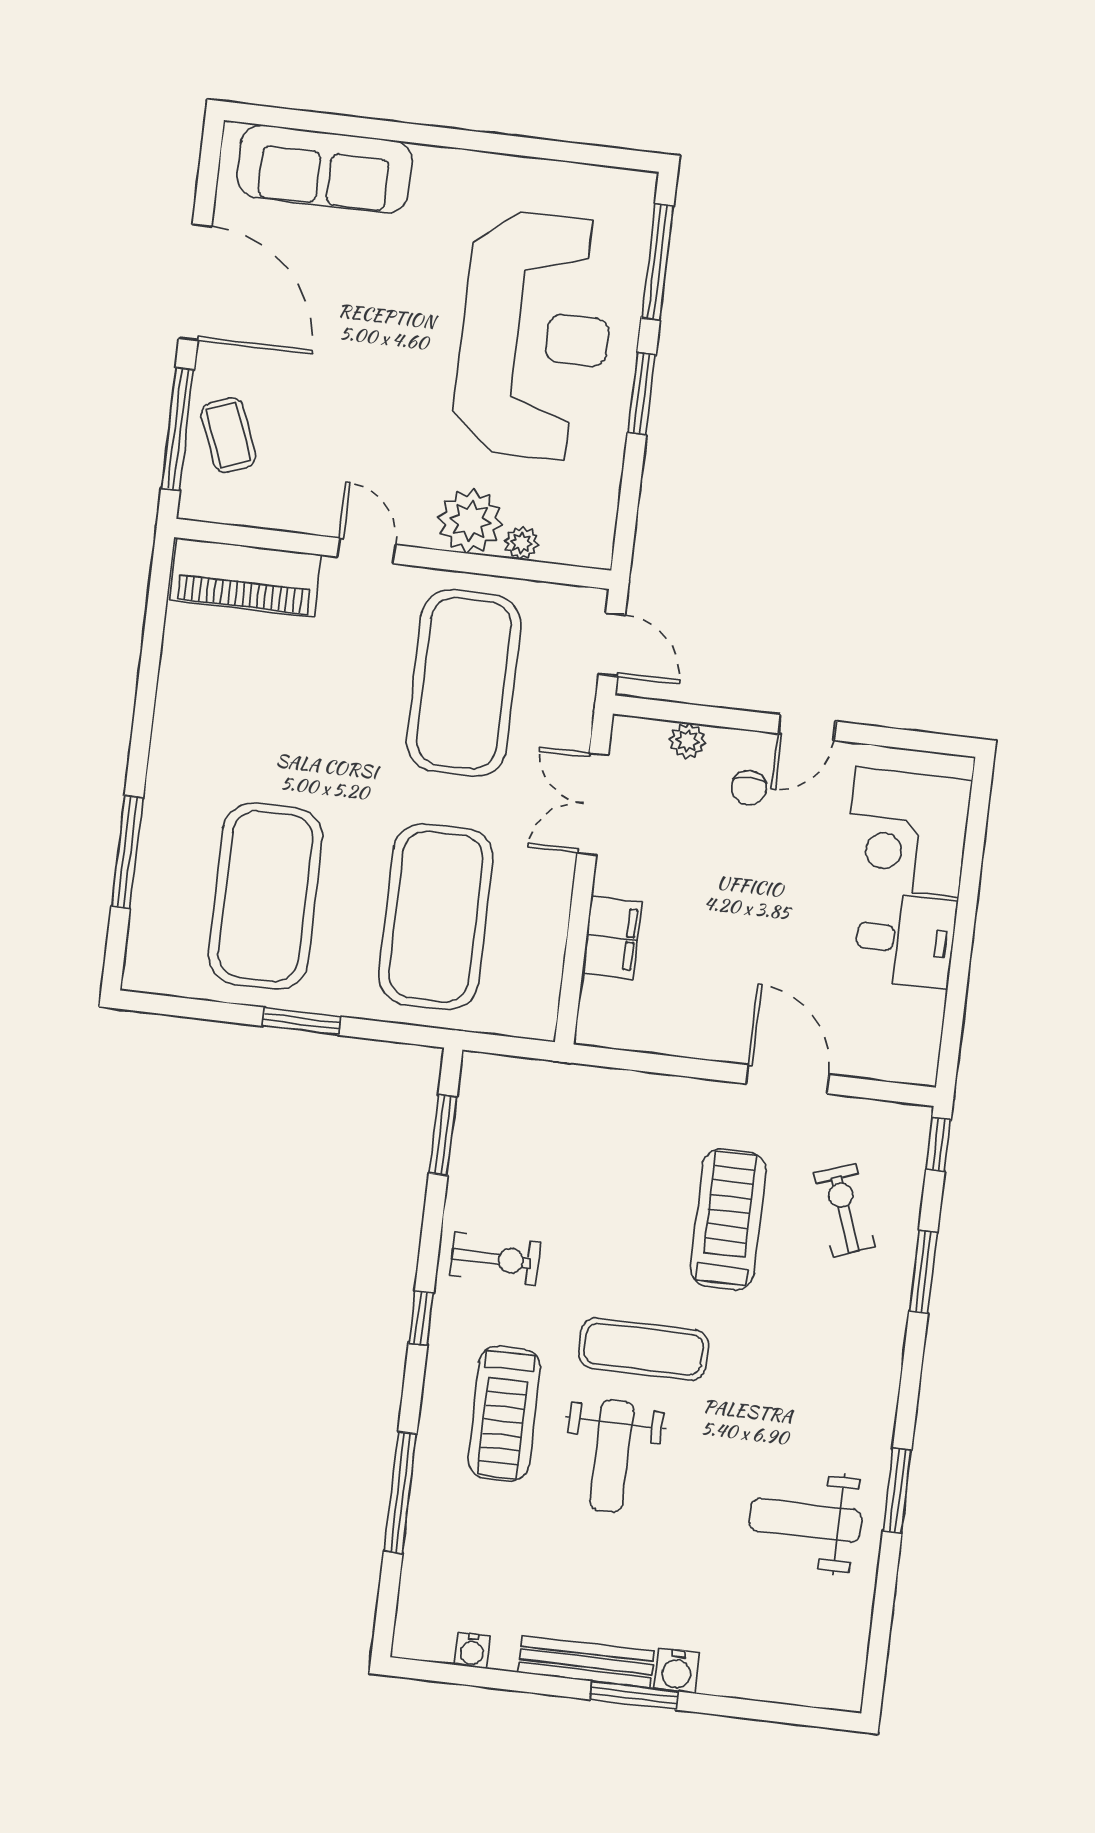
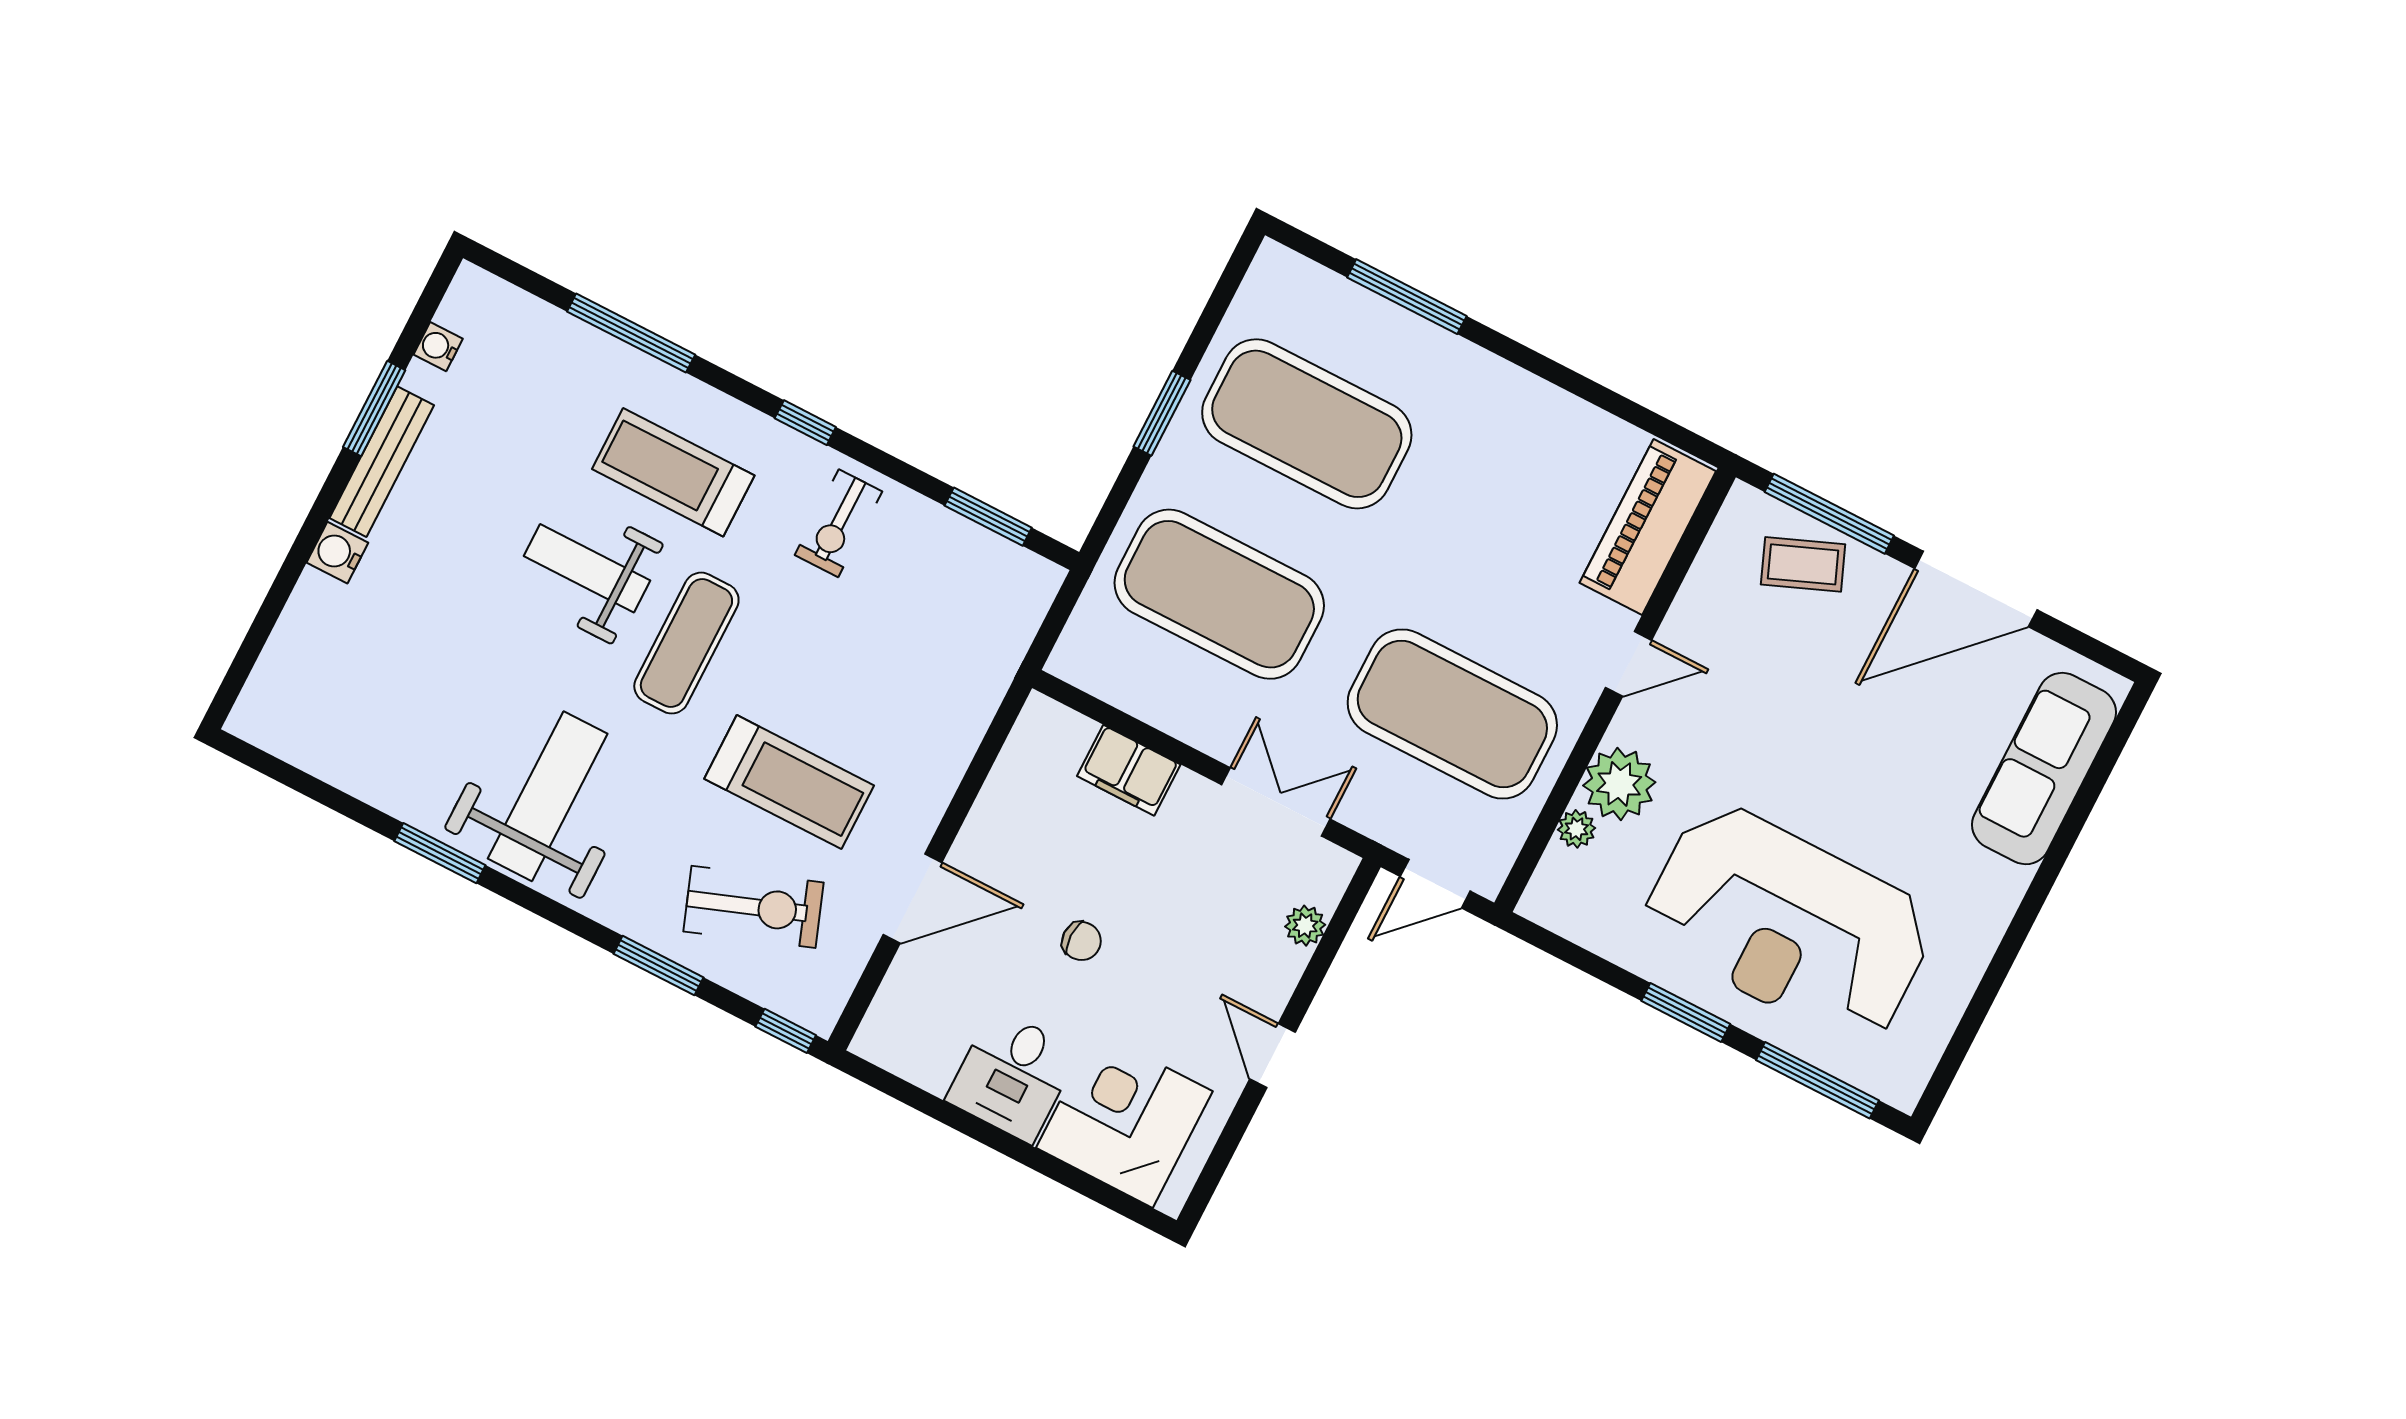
chair: (749, 788) -> (1081, 941), moved, turned 180
exercise bike: (844, 1210) -> (754, 907), width x1.38, depth x1.39
weight bench: (805, 1520) -> (548, 796), moved, width x1.36, depth x1.33
window: (634, 1695) -> (374, 409), moved

